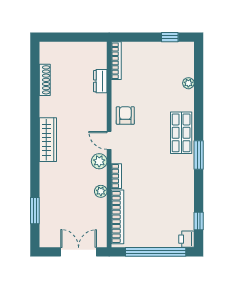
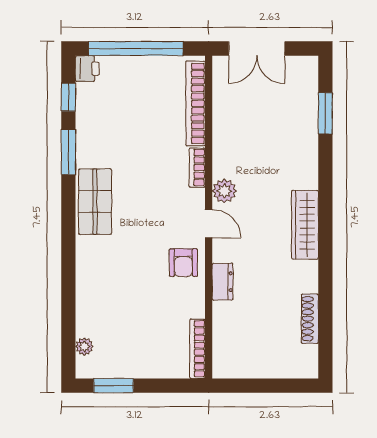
window: (170, 37) -> (114, 386), width x1.50
dresser: (100, 81) -> (223, 282), moved
plant: (188, 83) -> (84, 346), moved
shop shelf: (181, 133) -> (95, 202), moved
window: (199, 155) -> (68, 152), moved
plant: (101, 191) -> (222, 144), removed

